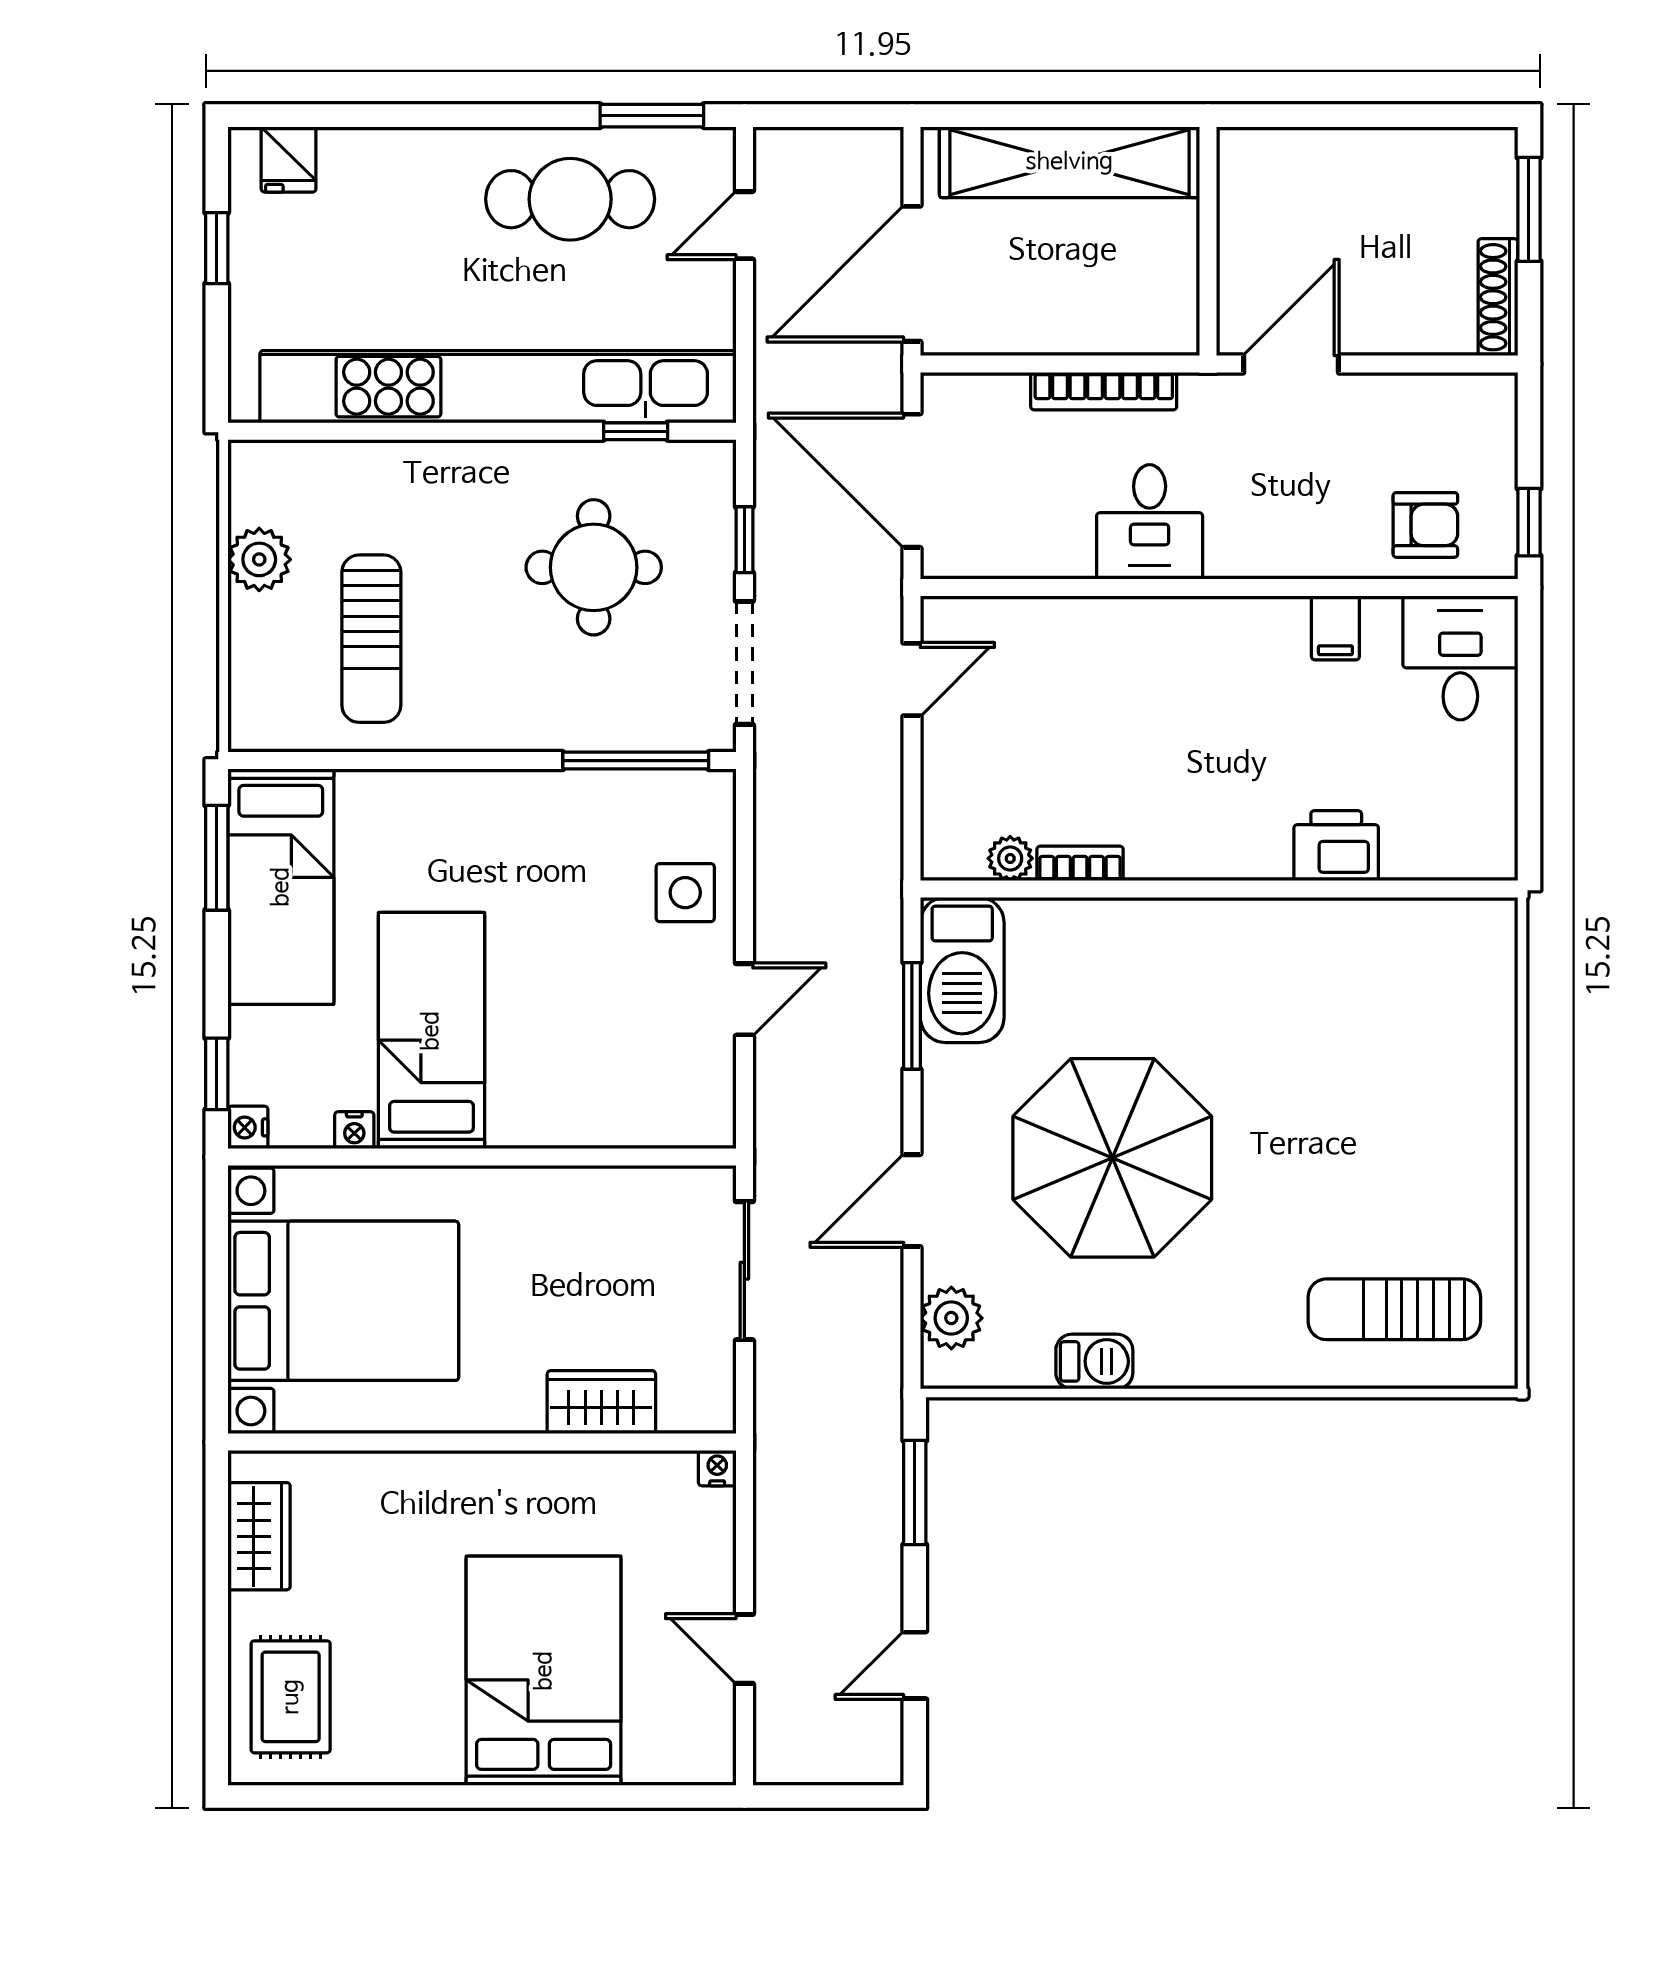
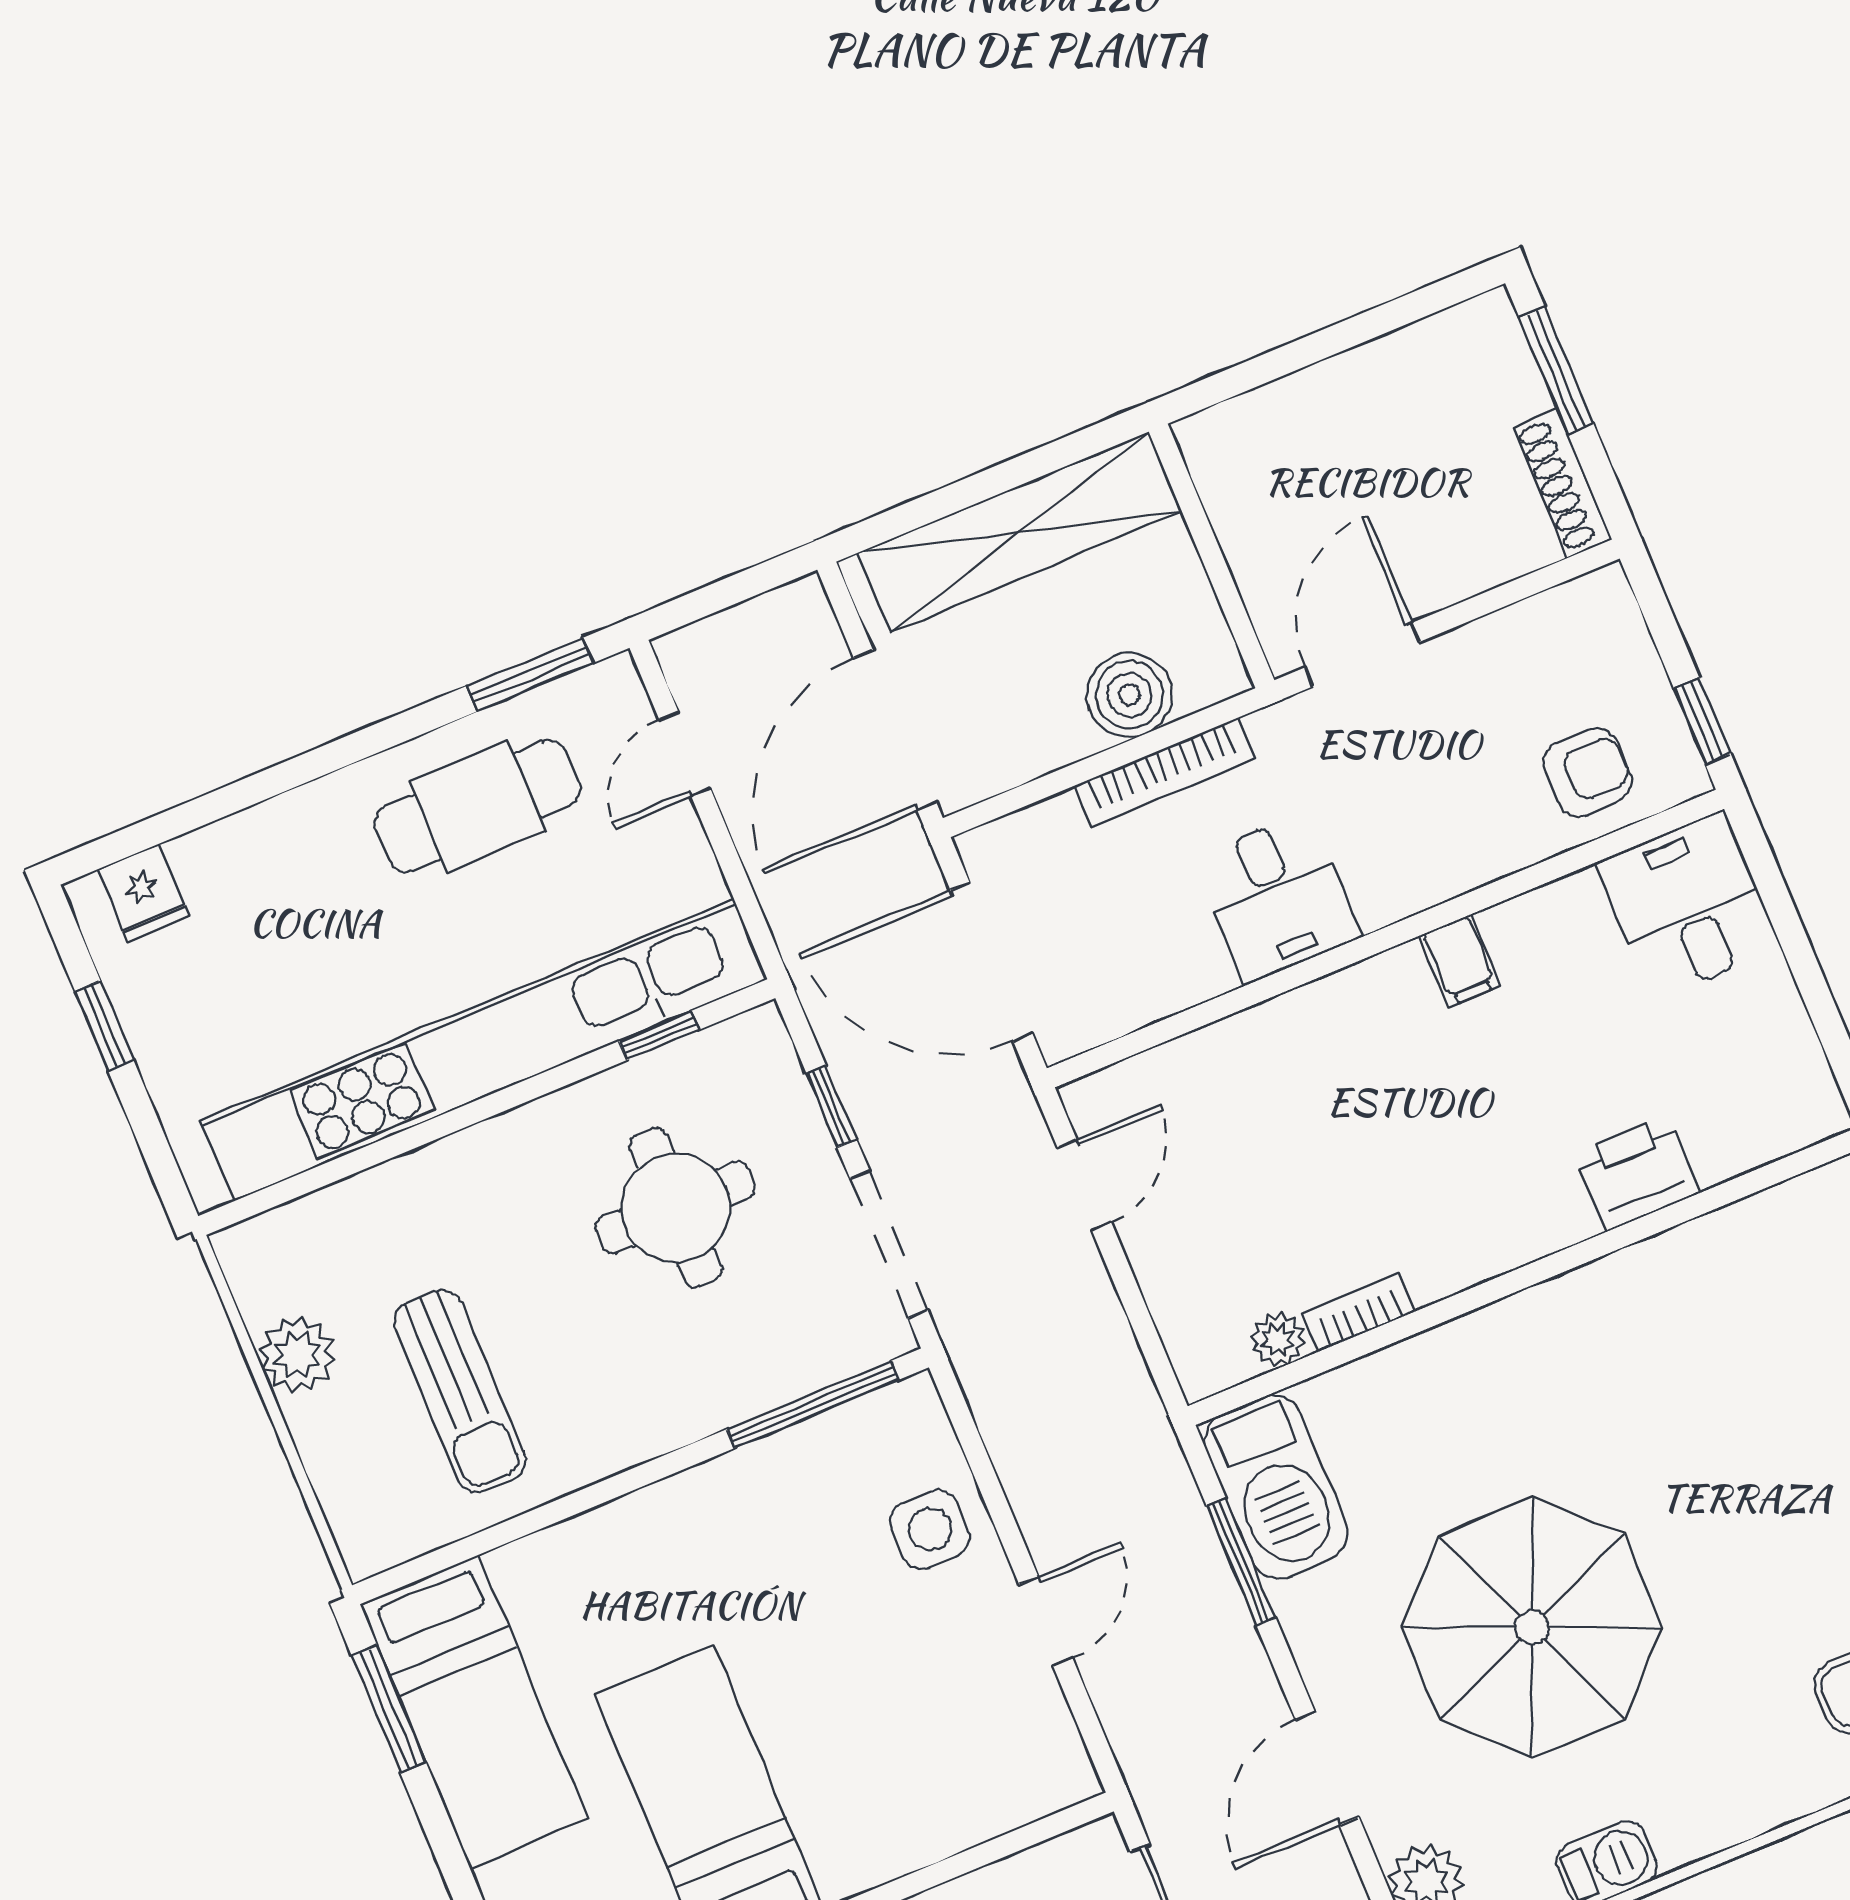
boiler: (1101, 321) -> (1129, 695), added
filing cabinet: (1335, 628) -> (1460, 961), moved

